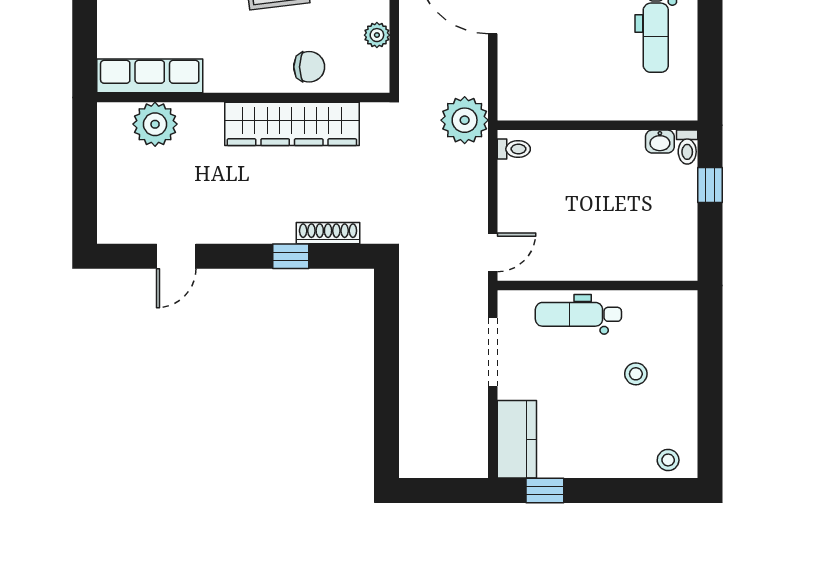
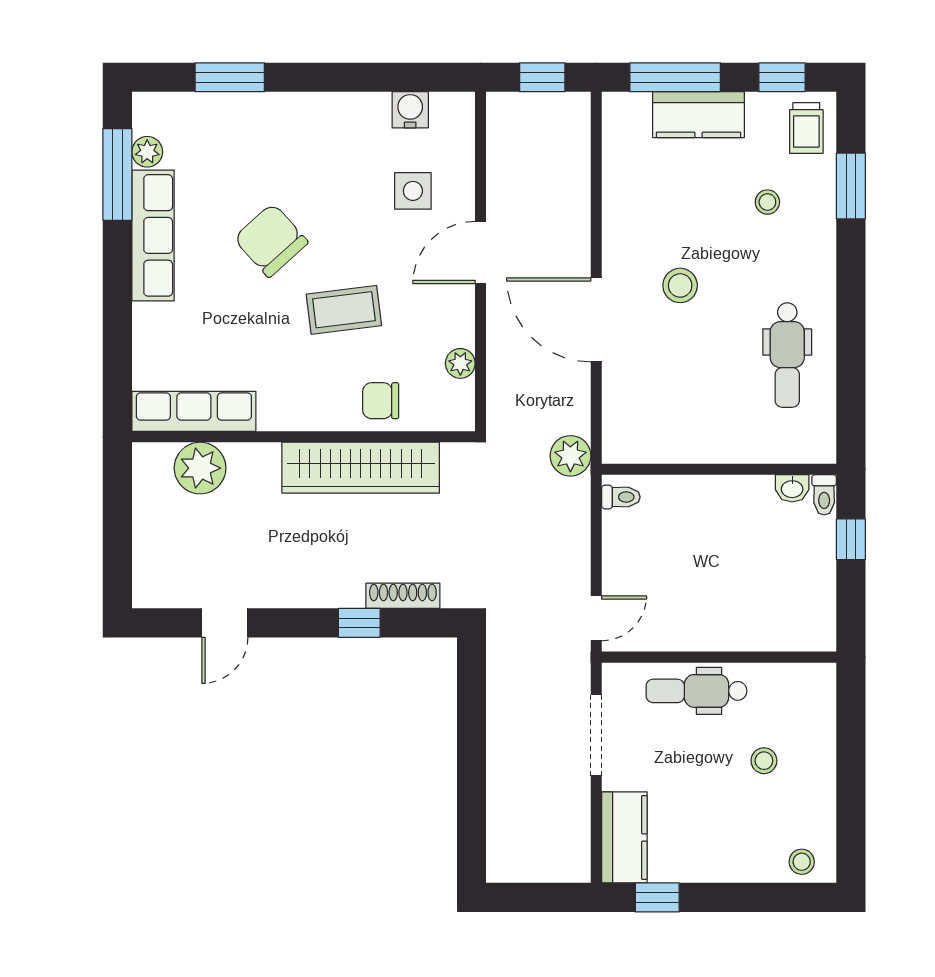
chair: (309, 67) -> (381, 401), turned 180
plant: (465, 120) -> (570, 456), width x0.73, depth x0.73

